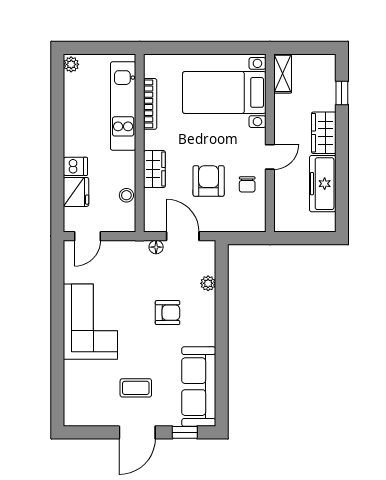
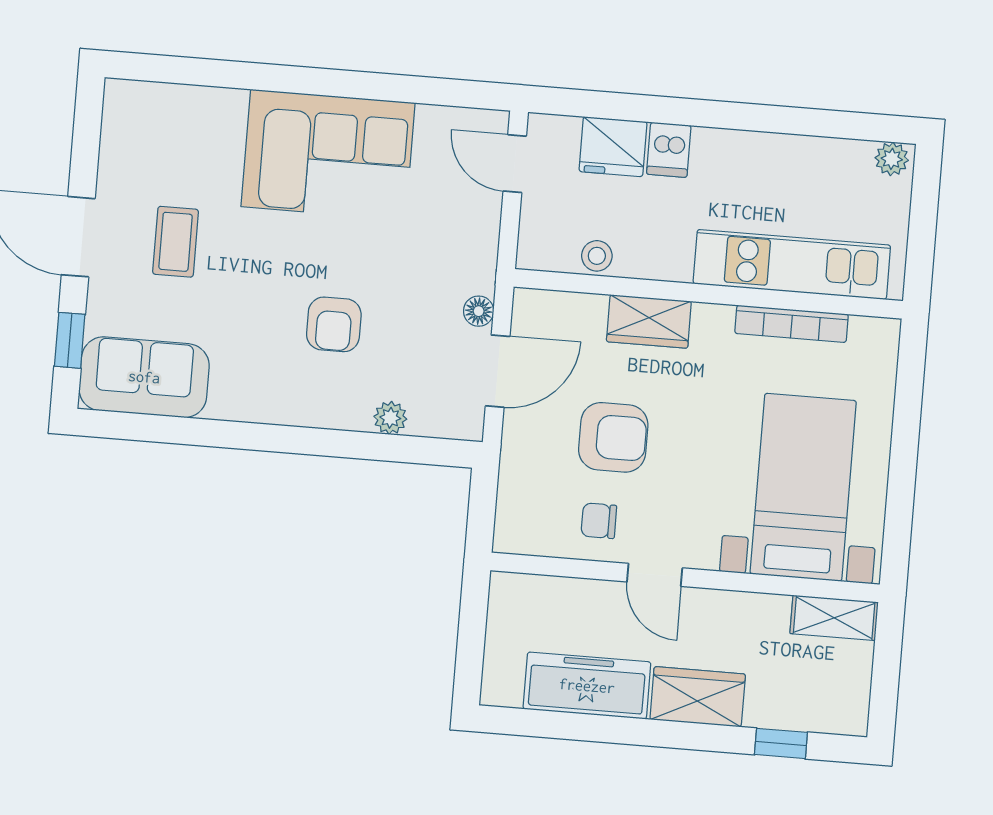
sofa: (199, 387) -> (144, 377), width x0.73

